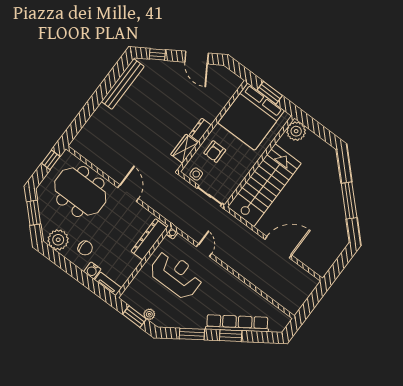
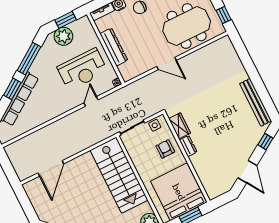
door: (197, 58) -> (247, 172), swing flipped
dresser: (149, 239) -> (114, 47), moved
door: (278, 247) -> (51, 168), moved
door: (204, 250) -> (91, 101), swing flipped
plant: (149, 314) -> (63, 36), width x1.87, depth x1.87
window: (192, 334) -> (29, 59), width x1.44

